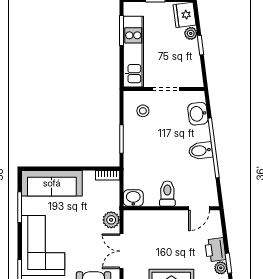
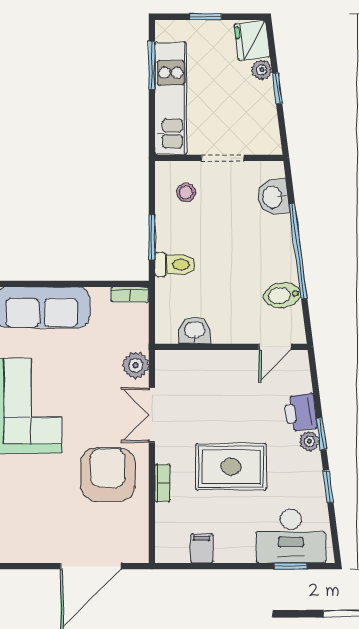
bidet: (200, 151) -> (282, 295), moved
toilet: (167, 194) -> (175, 265), moved, turned 90
washbasin: (133, 198) -> (195, 331), moved

